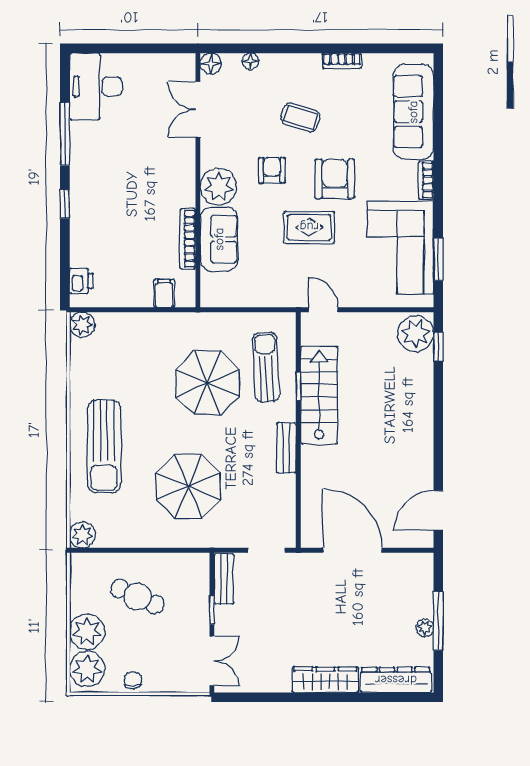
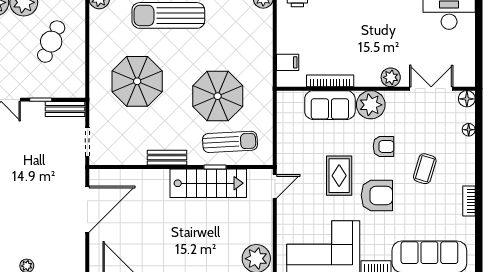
plant: (183, 161) -> (391, 77), added

